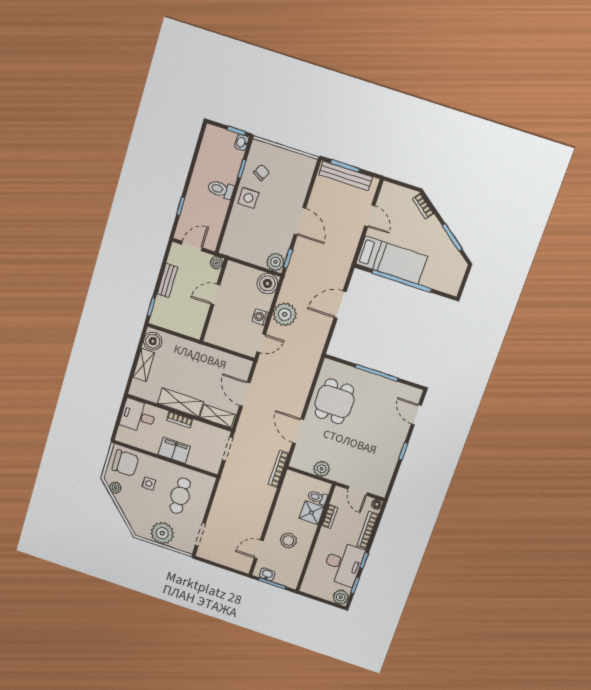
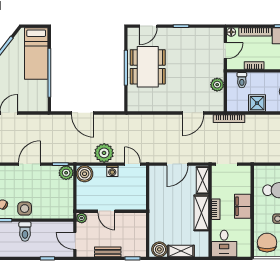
bed: (392, 260) -> (36, 54), moved, turned 180
dining table: (334, 401) -> (148, 67), moved, width x1.37
shower: (312, 513) -> (257, 103), moved

